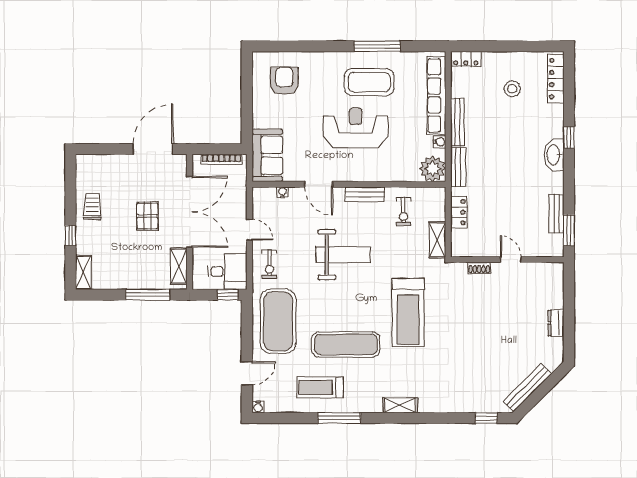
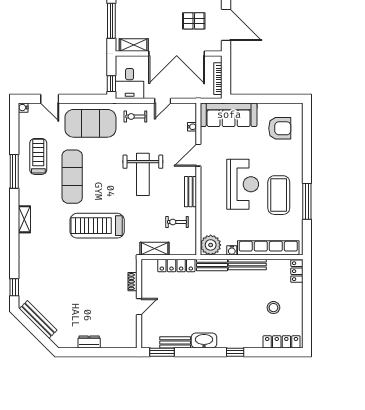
sofa: (267, 155) -> (229, 115), width x1.36
washbasin: (554, 155) -> (204, 341), moved
locker: (459, 212) -> (176, 266), width x1.53
pallet: (147, 216) -> (194, 21), moved

